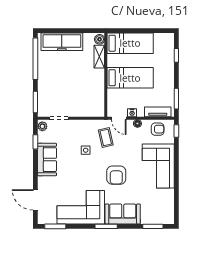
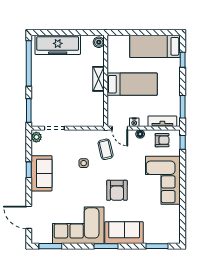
bed: (130, 43) -> (155, 46), moved, turned 180
shelving: (99, 57) -> (99, 79), moved
window: (35, 142) -> (29, 170), moved

